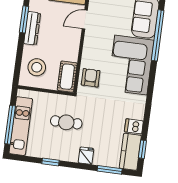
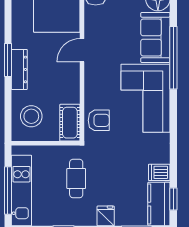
armchair: (91, 78) -> (99, 120), turned 90
cafe table: (66, 122) -> (76, 179), turned 90

